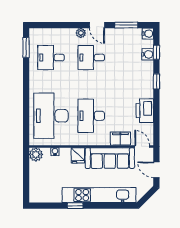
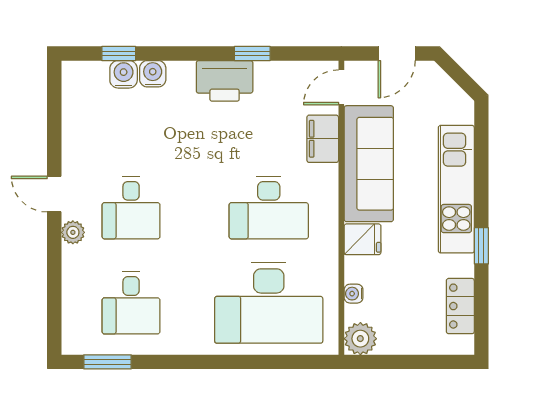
door: (97, 25) -> (54, 194), swing flipped
window: (126, 25) -> (54, 125), removed
water cooler: (148, 34) -> (153, 74), moved
window: (156, 81) -> (252, 54), moved
printer: (145, 111) -> (225, 81), moved
kitchen unit: (99, 195) -> (456, 189), width x0.73
locker: (50, 197) -> (460, 306), added

